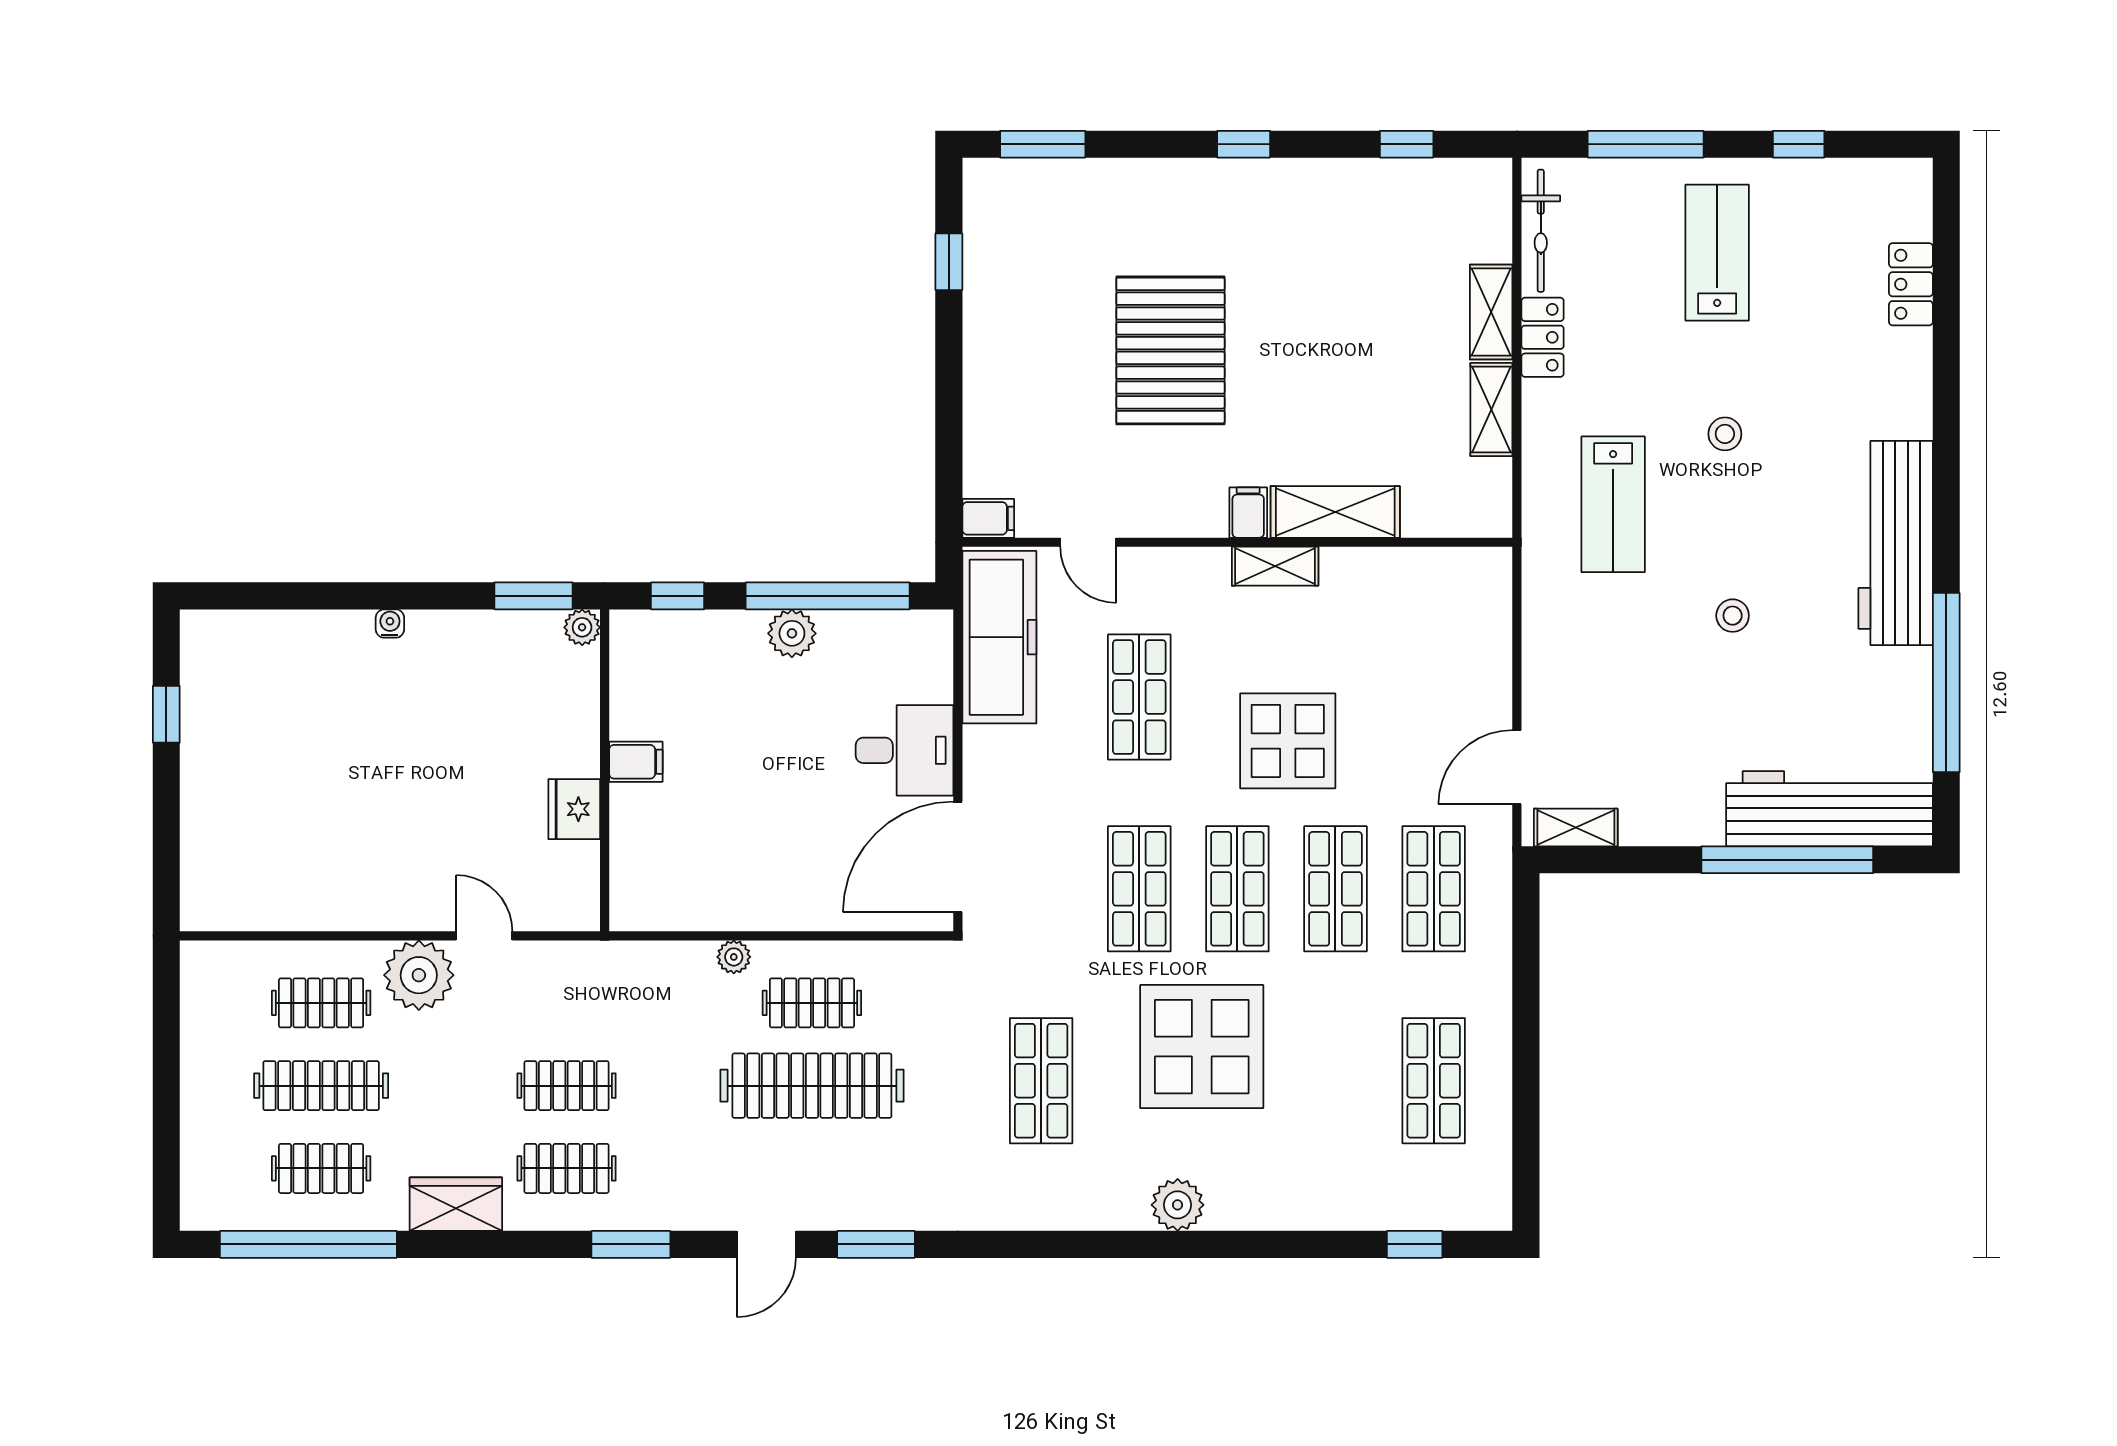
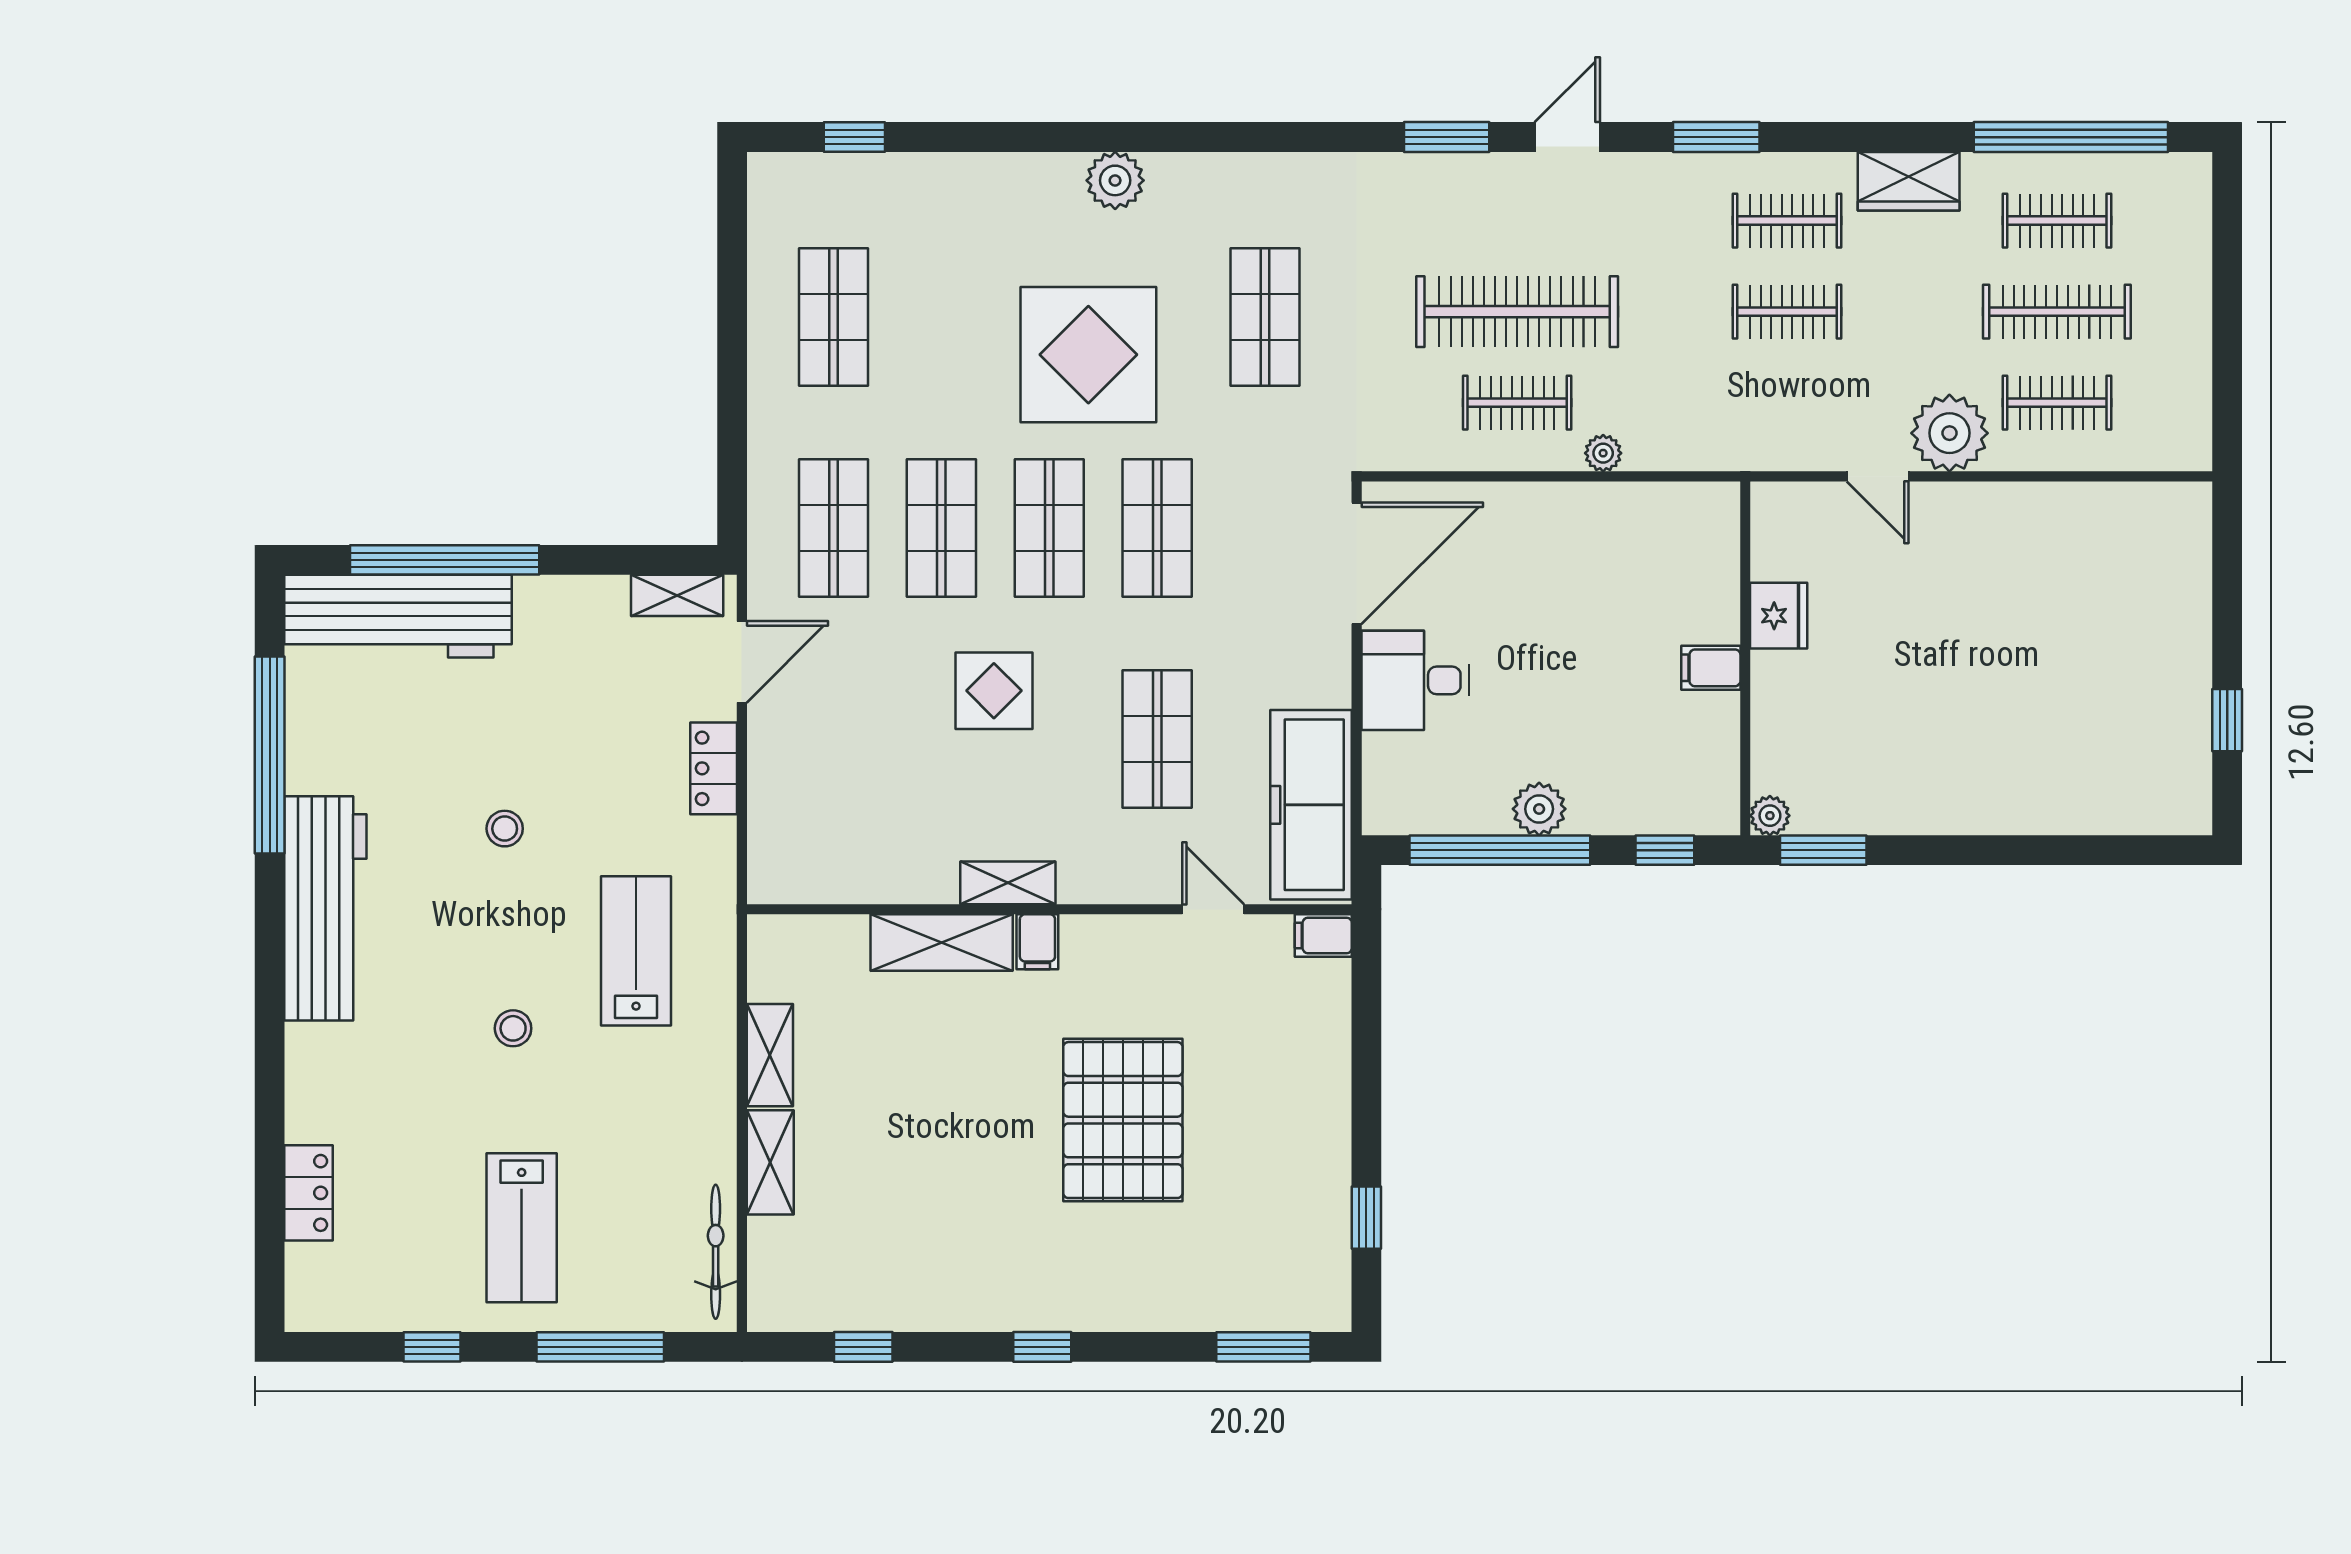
locker: (1543, 337) -> (714, 768), moved
water cooler: (390, 624) -> (1981, 820), removed
display table: (1288, 741) -> (994, 691), width x0.73, depth x0.73

